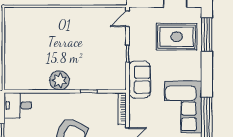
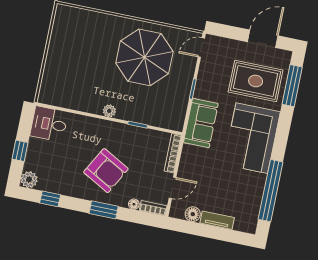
parasol: (83, 36) -> (144, 57), added
plant: (59, 80) -> (109, 111), width x0.53, depth x0.53
corner sofa: (183, 107) -> (252, 138), moved

